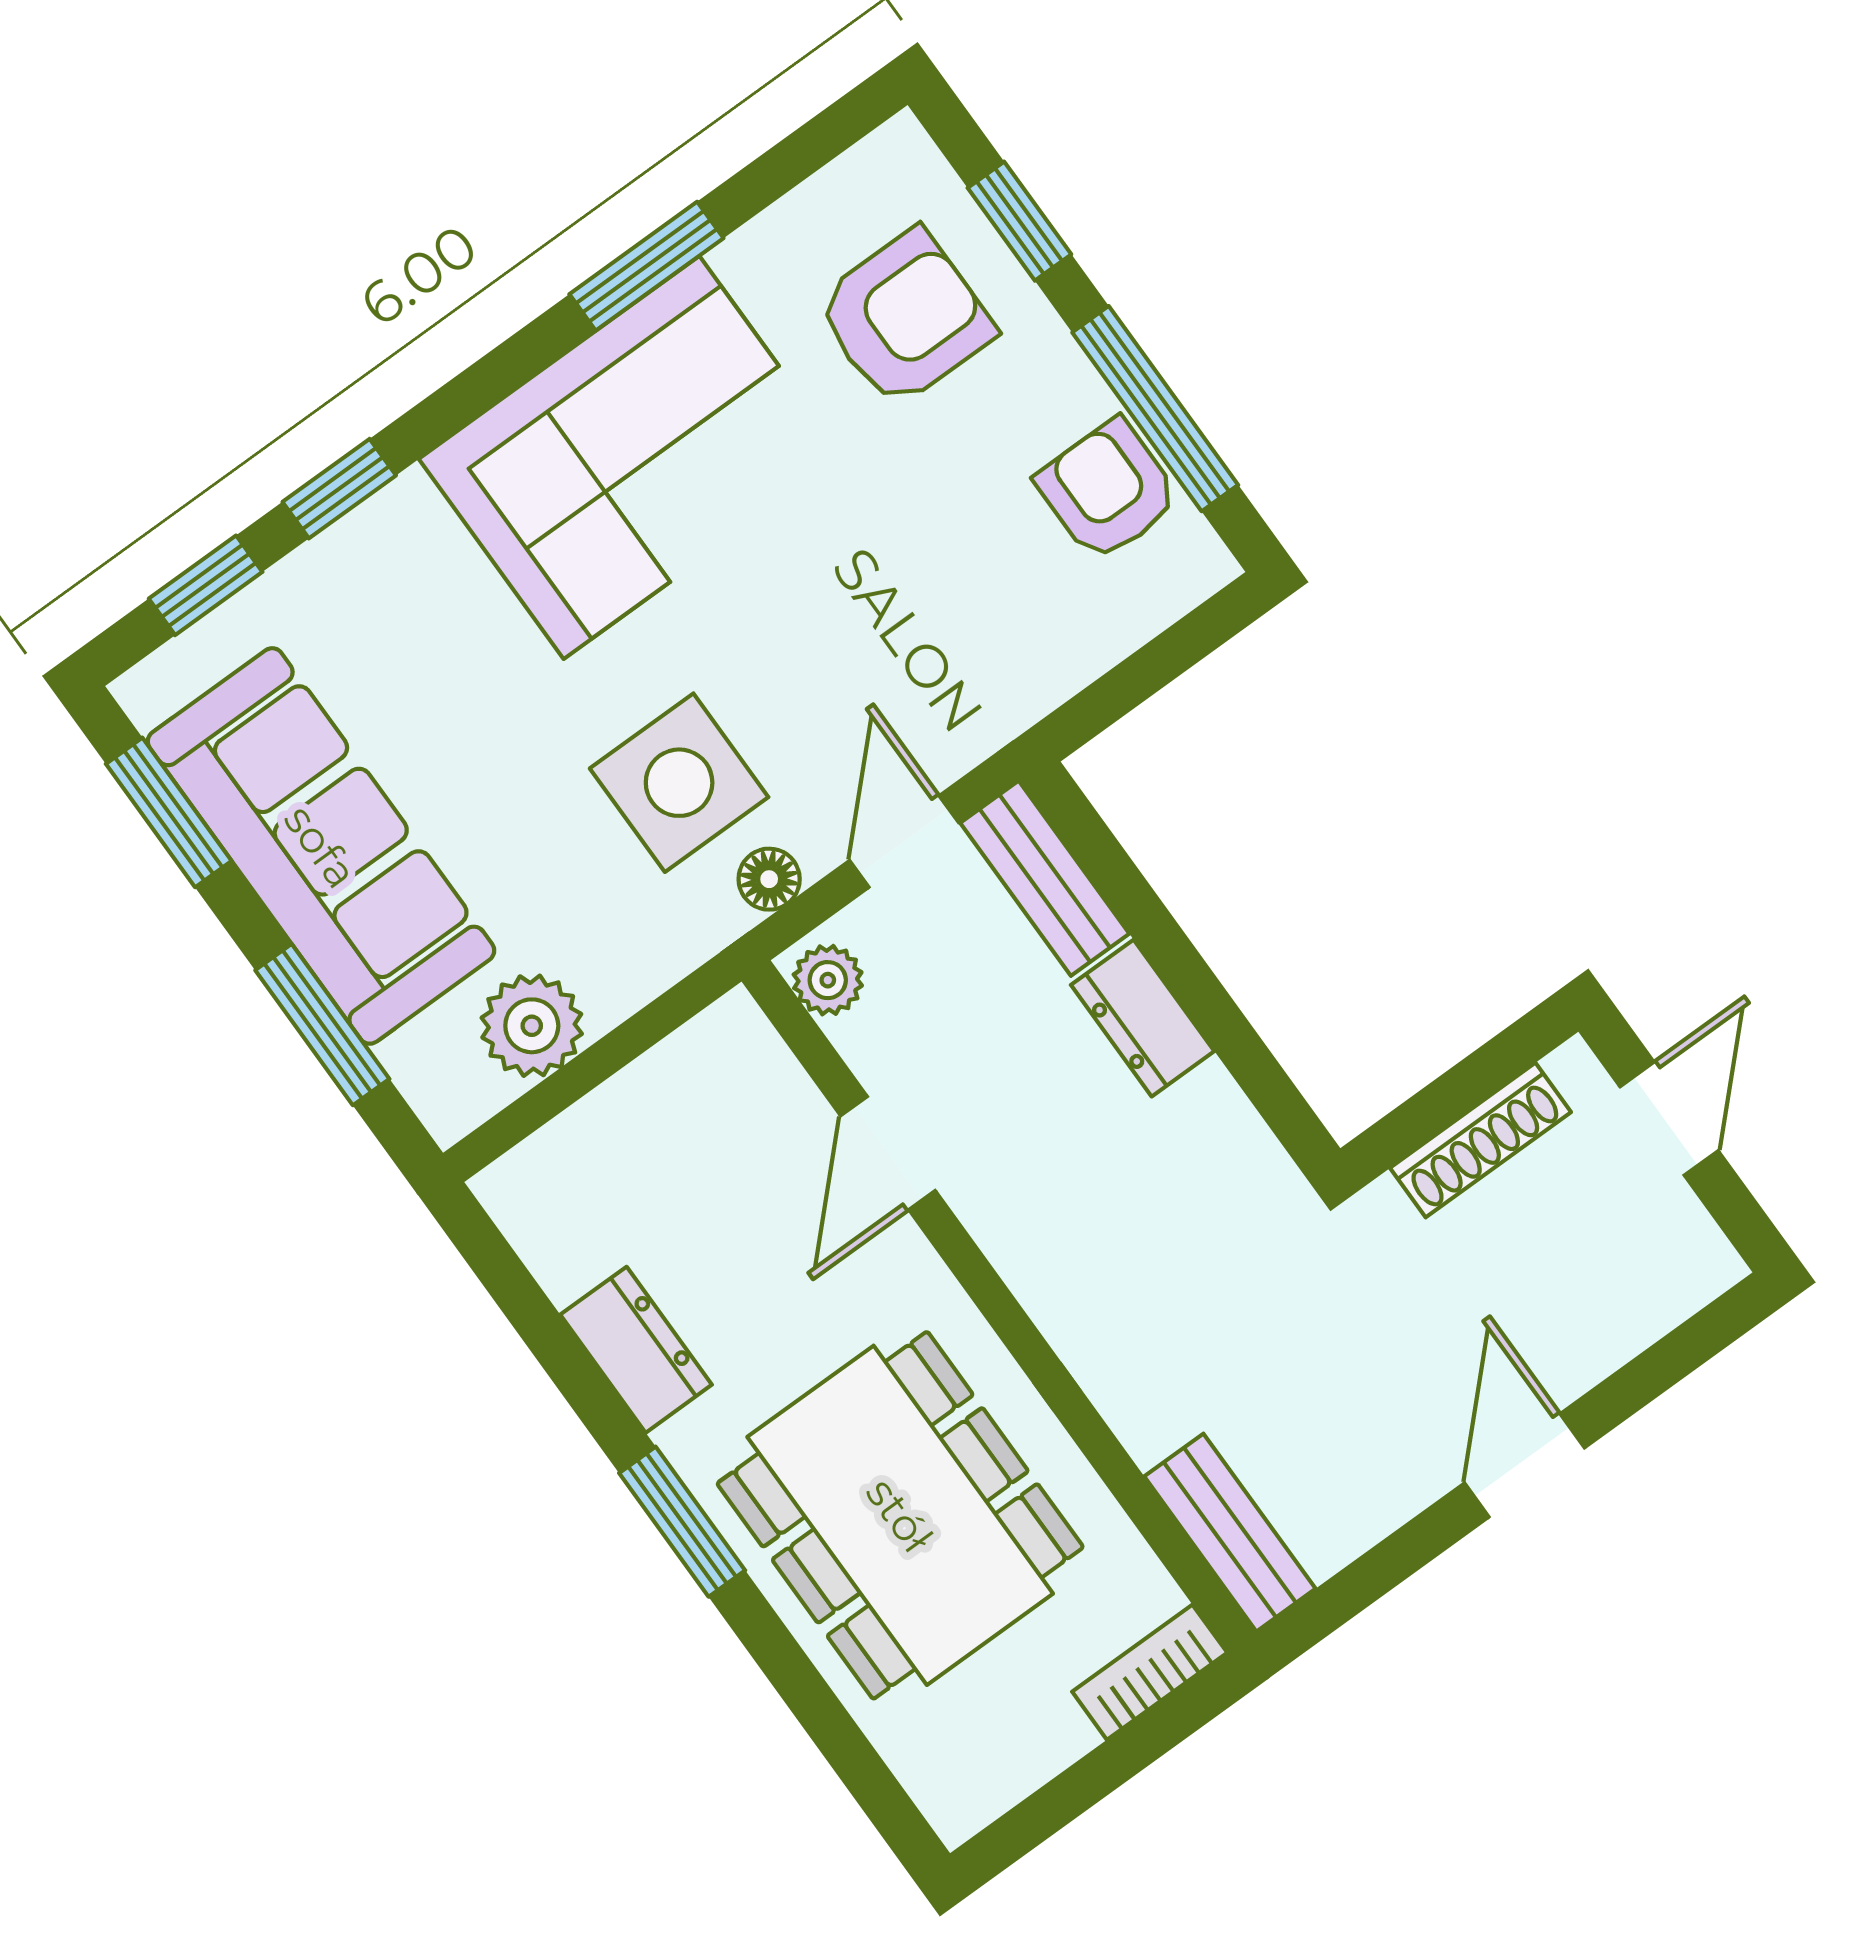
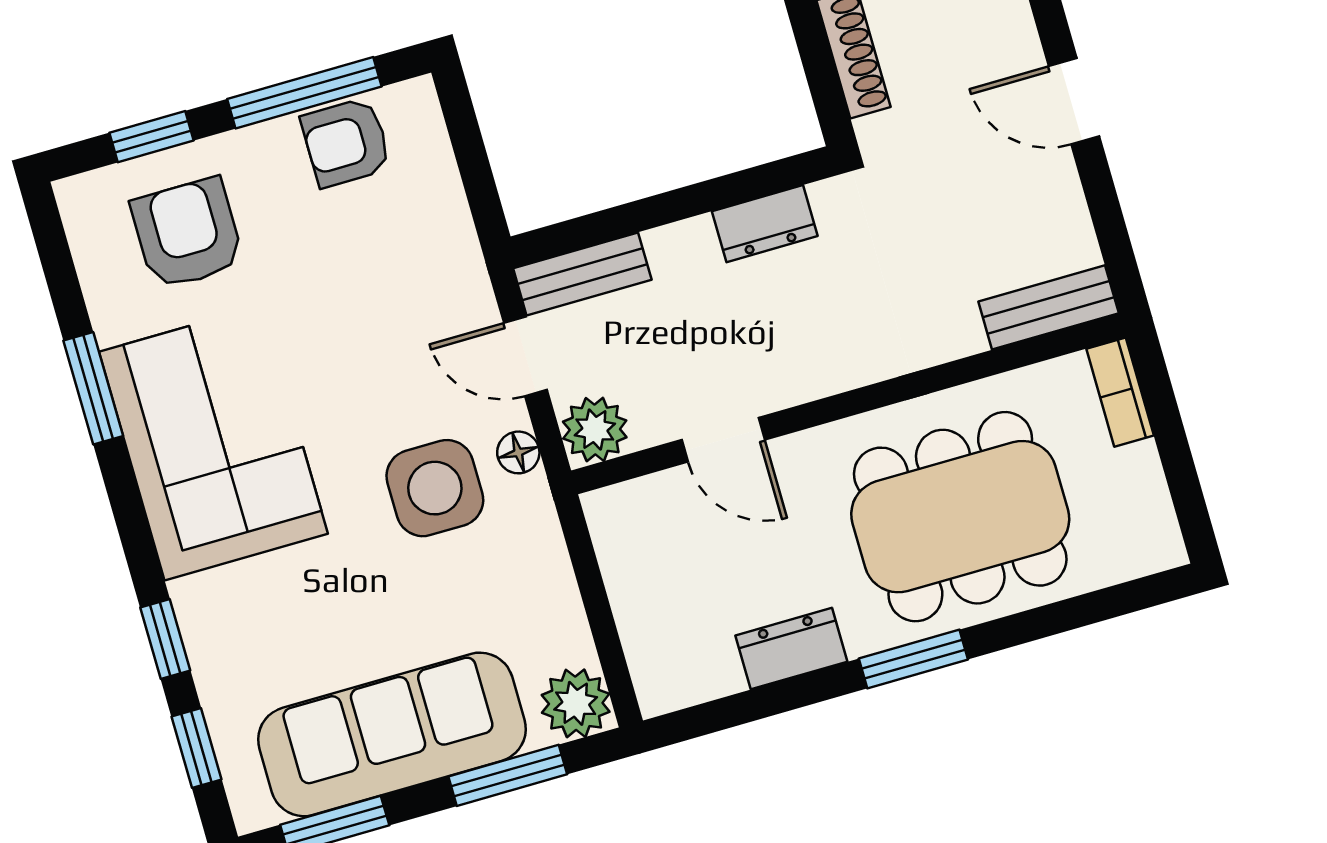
plant: (828, 980) -> (595, 430), width x1.38, depth x1.38
dresser: (1143, 1018) -> (765, 224), moved
plant: (532, 1026) -> (576, 703), moved

